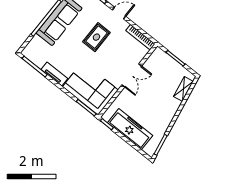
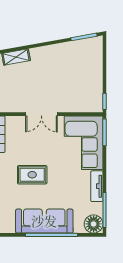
floor lamp: (31, 52) -> (94, 224), added
double door: (132, 75) -> (41, 114), swing flipped
freezer: (130, 129) -> (92, 76), removed

